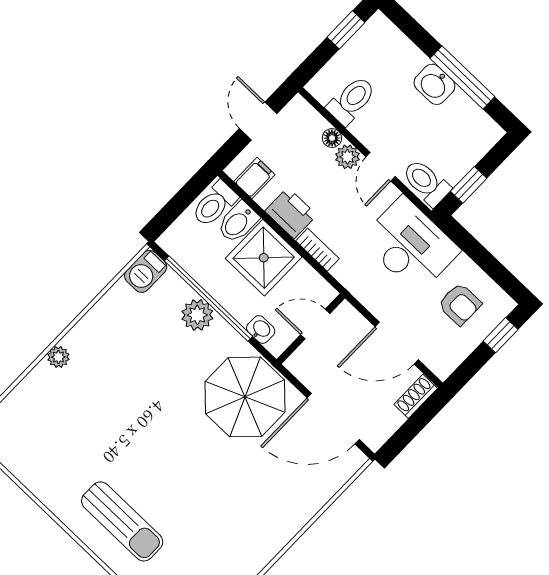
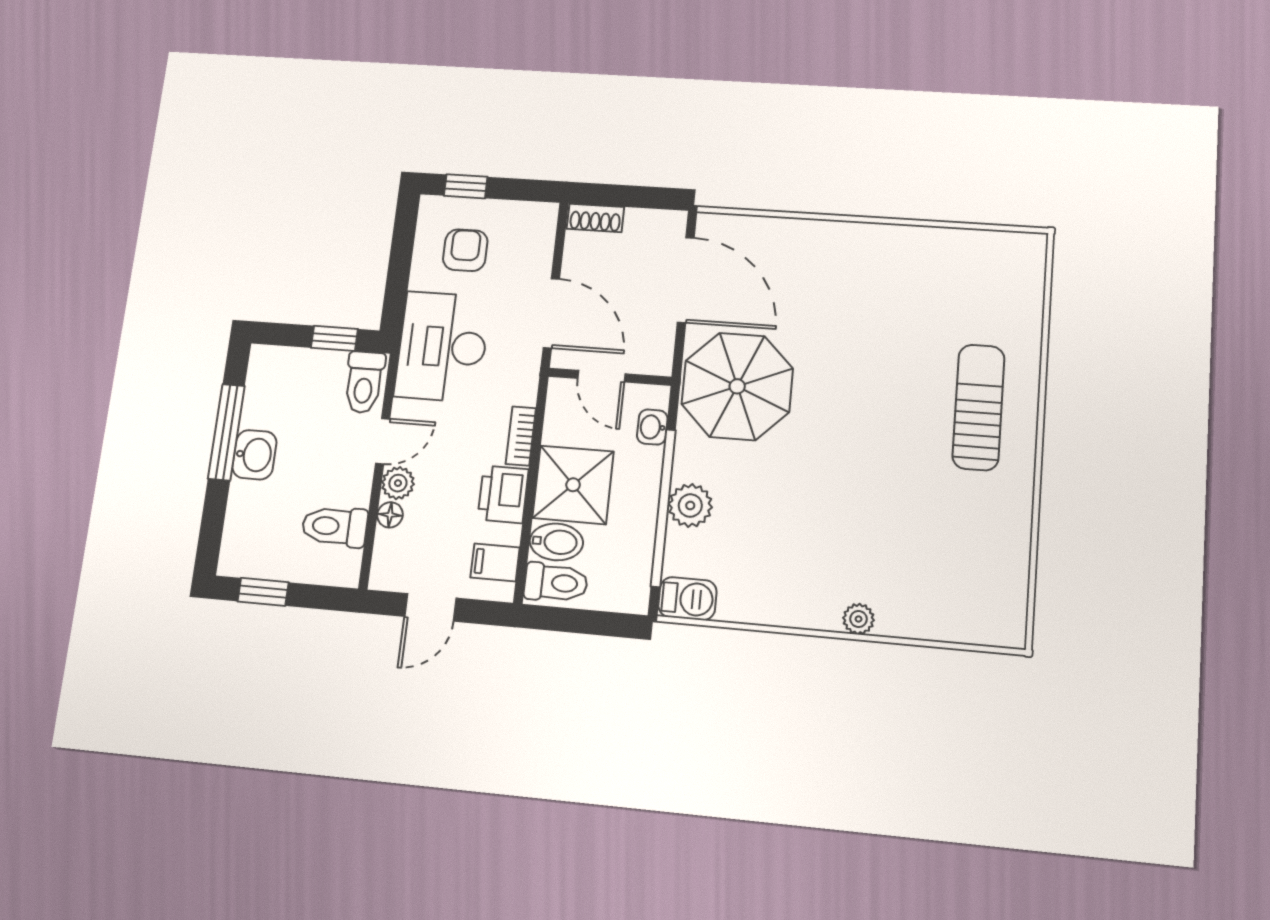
door: (397, 343) -> (551, 313), moved

